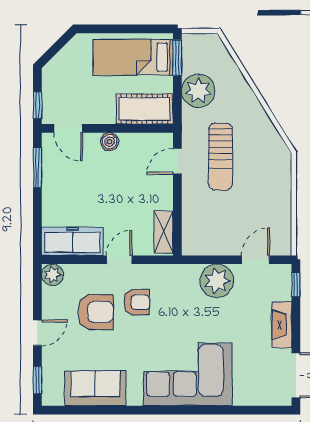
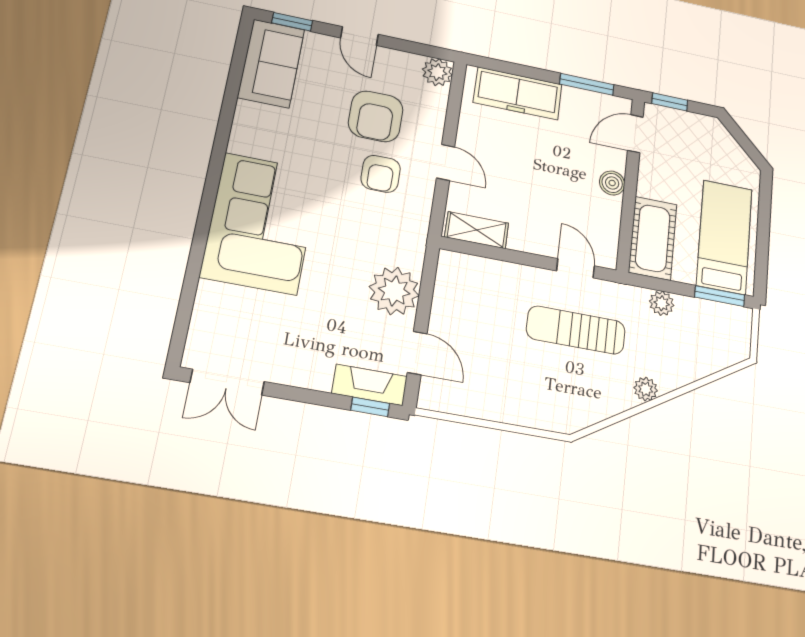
plant: (198, 91) -> (662, 303), width x0.53, depth x0.53
plant: (252, 105) -> (646, 389), added
freezer: (72, 241) -> (518, 93), moved, turned 90
fireplace: (282, 325) -> (370, 385), moved
sofa: (95, 388) -> (271, 63), moved

